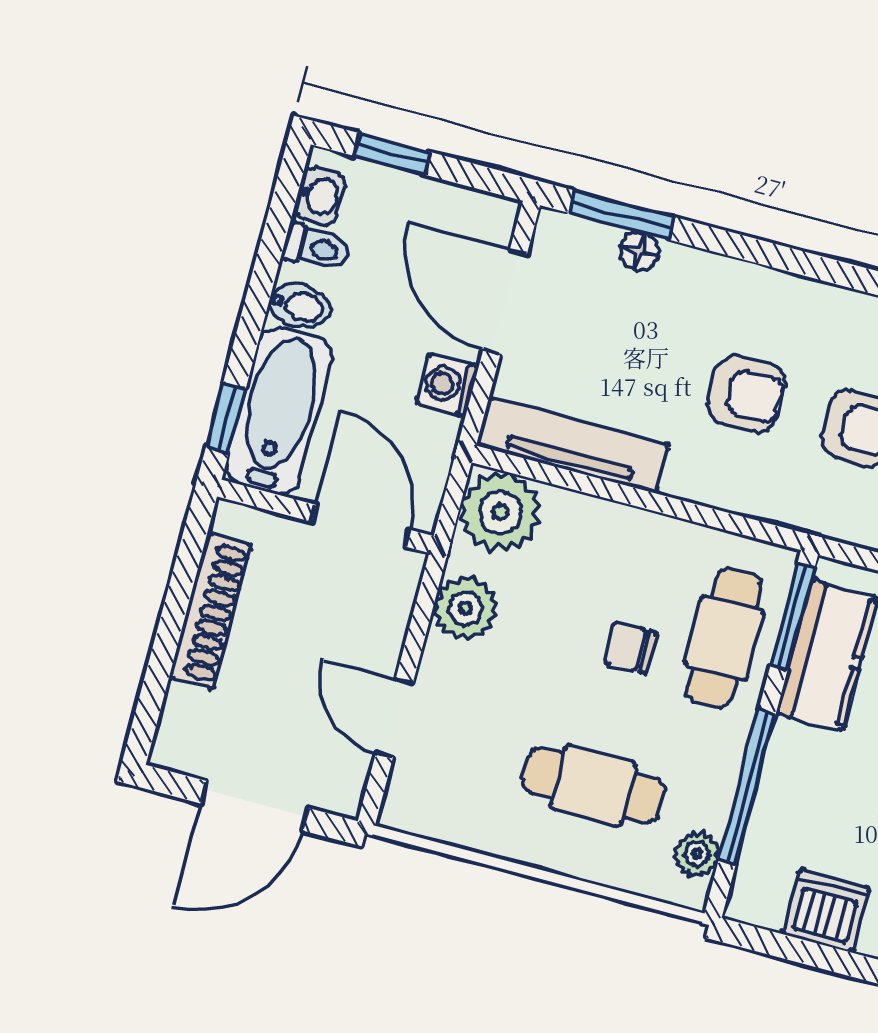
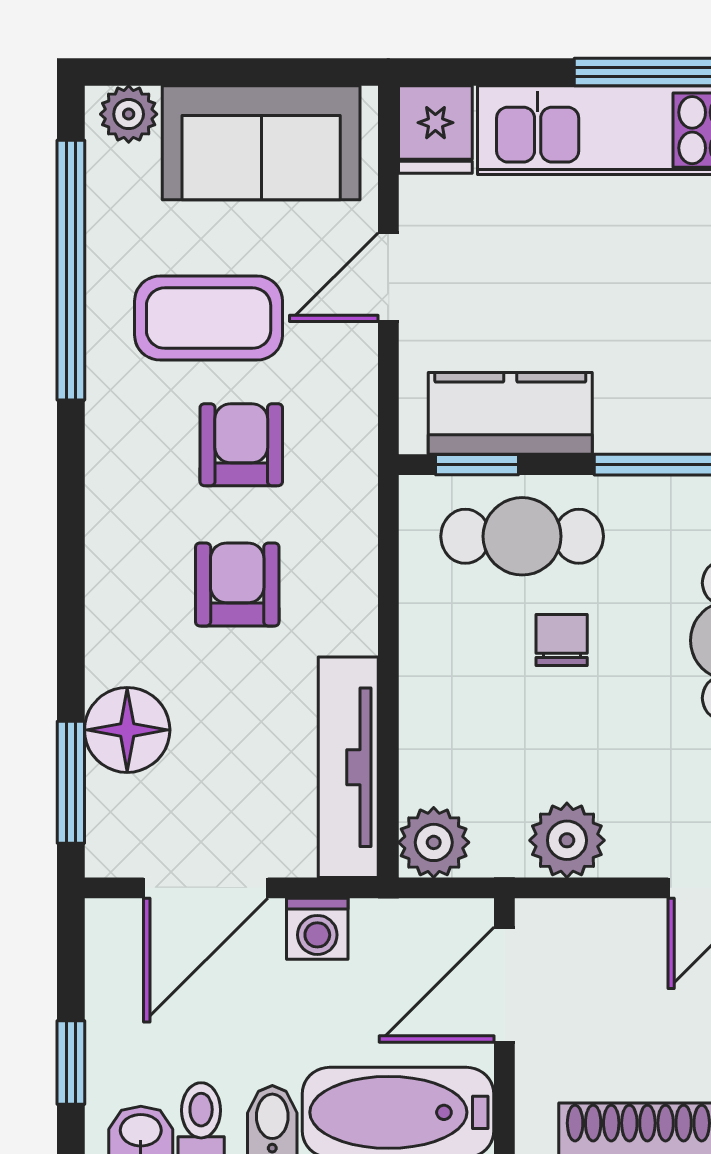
floor lamp: (639, 252) -> (127, 730), width x1.89, depth x1.89
plant: (500, 512) -> (434, 842), width x0.73, depth x0.73
window: (793, 617) -> (477, 465), width x0.67
chair: (630, 648) -> (562, 640), turned 180

